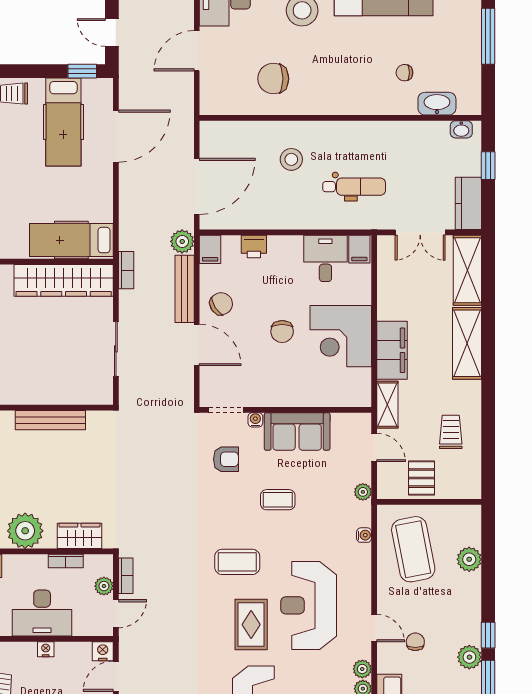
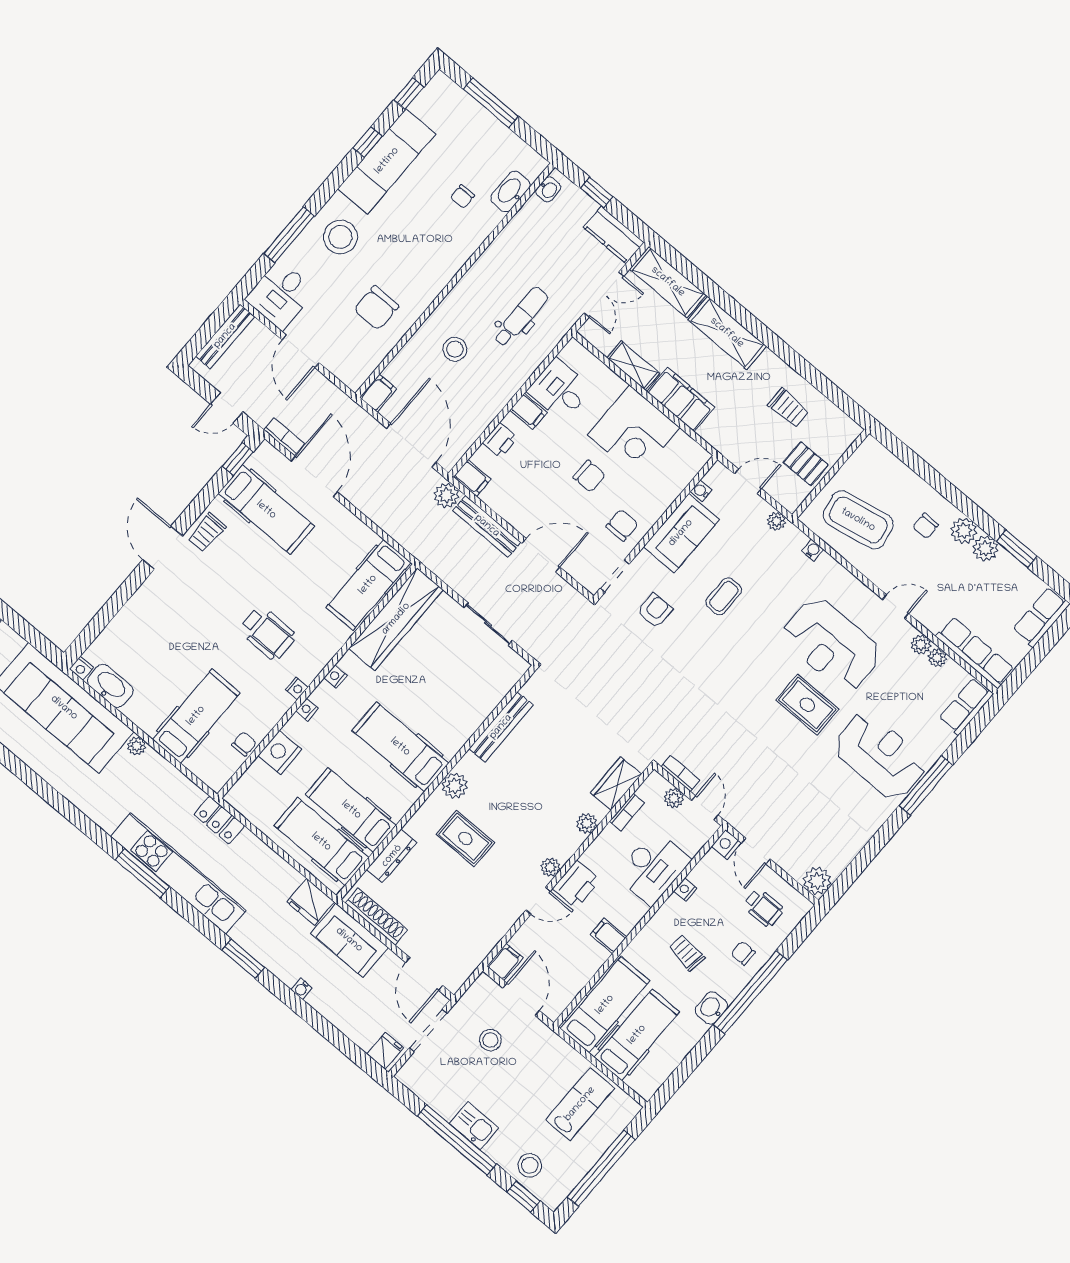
filing cabinet: (214, 131) -> (378, 393), added
filing cabinet: (359, 249) -> (528, 411), moved
bookcase: (126, 270) -> (284, 437), moved
chair: (221, 304) -> (622, 525), moved, turned 33
shelving: (387, 405) -> (633, 365), moved
water cooler: (255, 420) -> (701, 491), moved
trolley: (451, 432) -> (788, 408), turned 180
plant: (25, 531) -> (587, 823), width x0.53, depth x0.53
plant: (469, 559) -> (964, 531), moved
coffee table: (237, 562) -> (747, 673), removed
window: (488, 635) -> (981, 518), removed
chair: (415, 642) -> (926, 526), moved, turned -90

